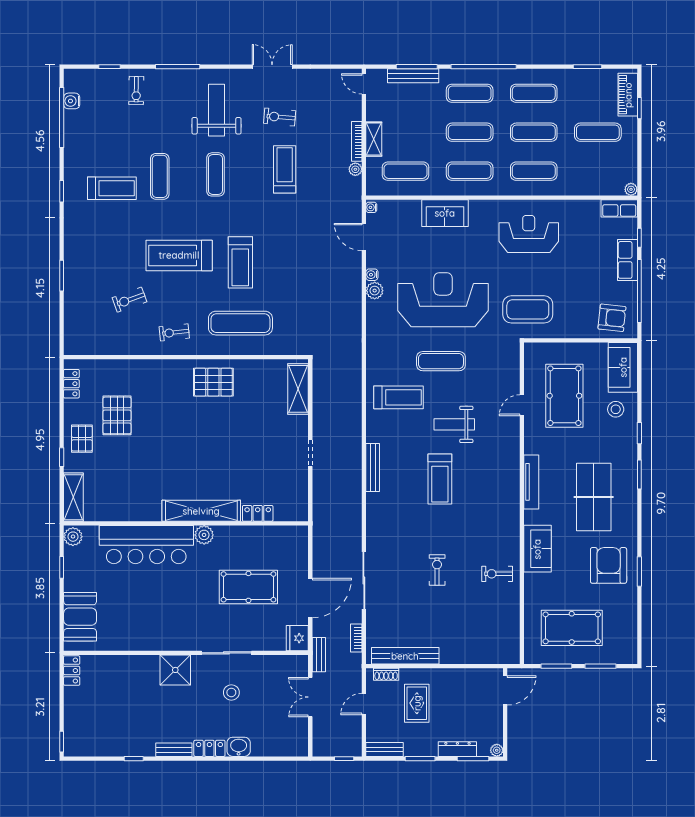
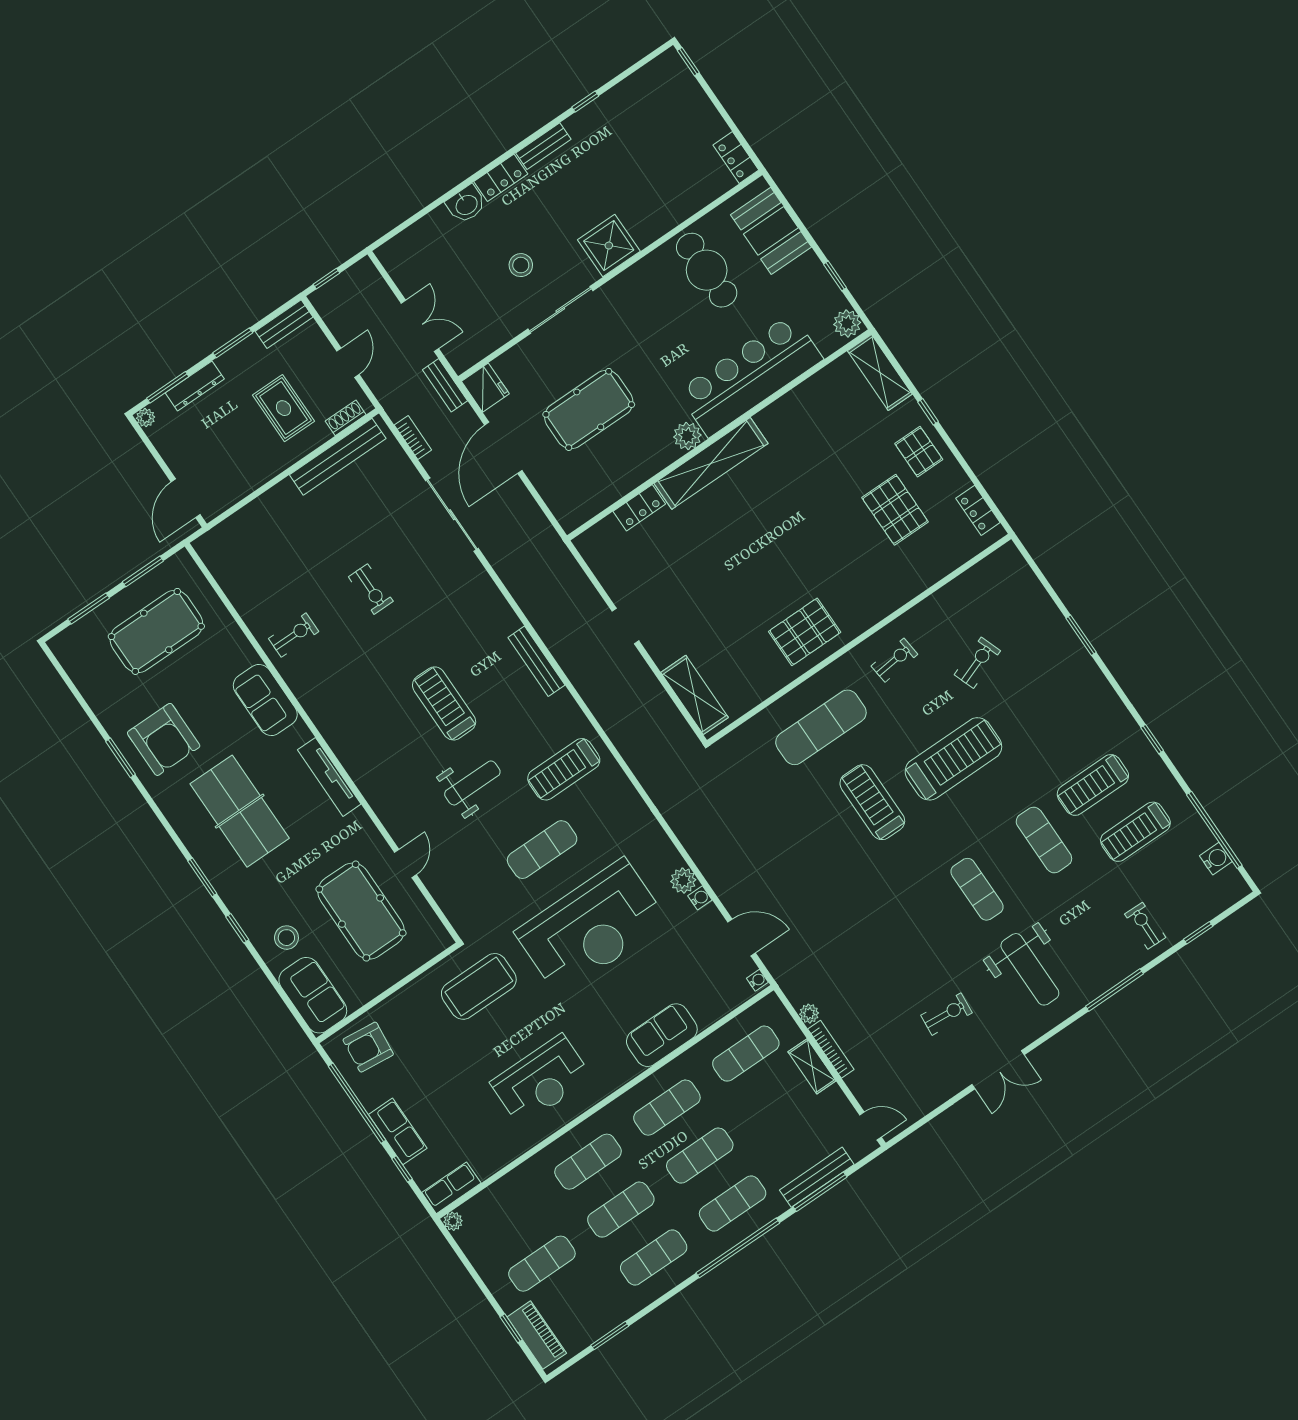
treadmill: (285, 169) -> (1135, 832), moved, turned 90
cafe table: (131, 619) -> (707, 270), added

